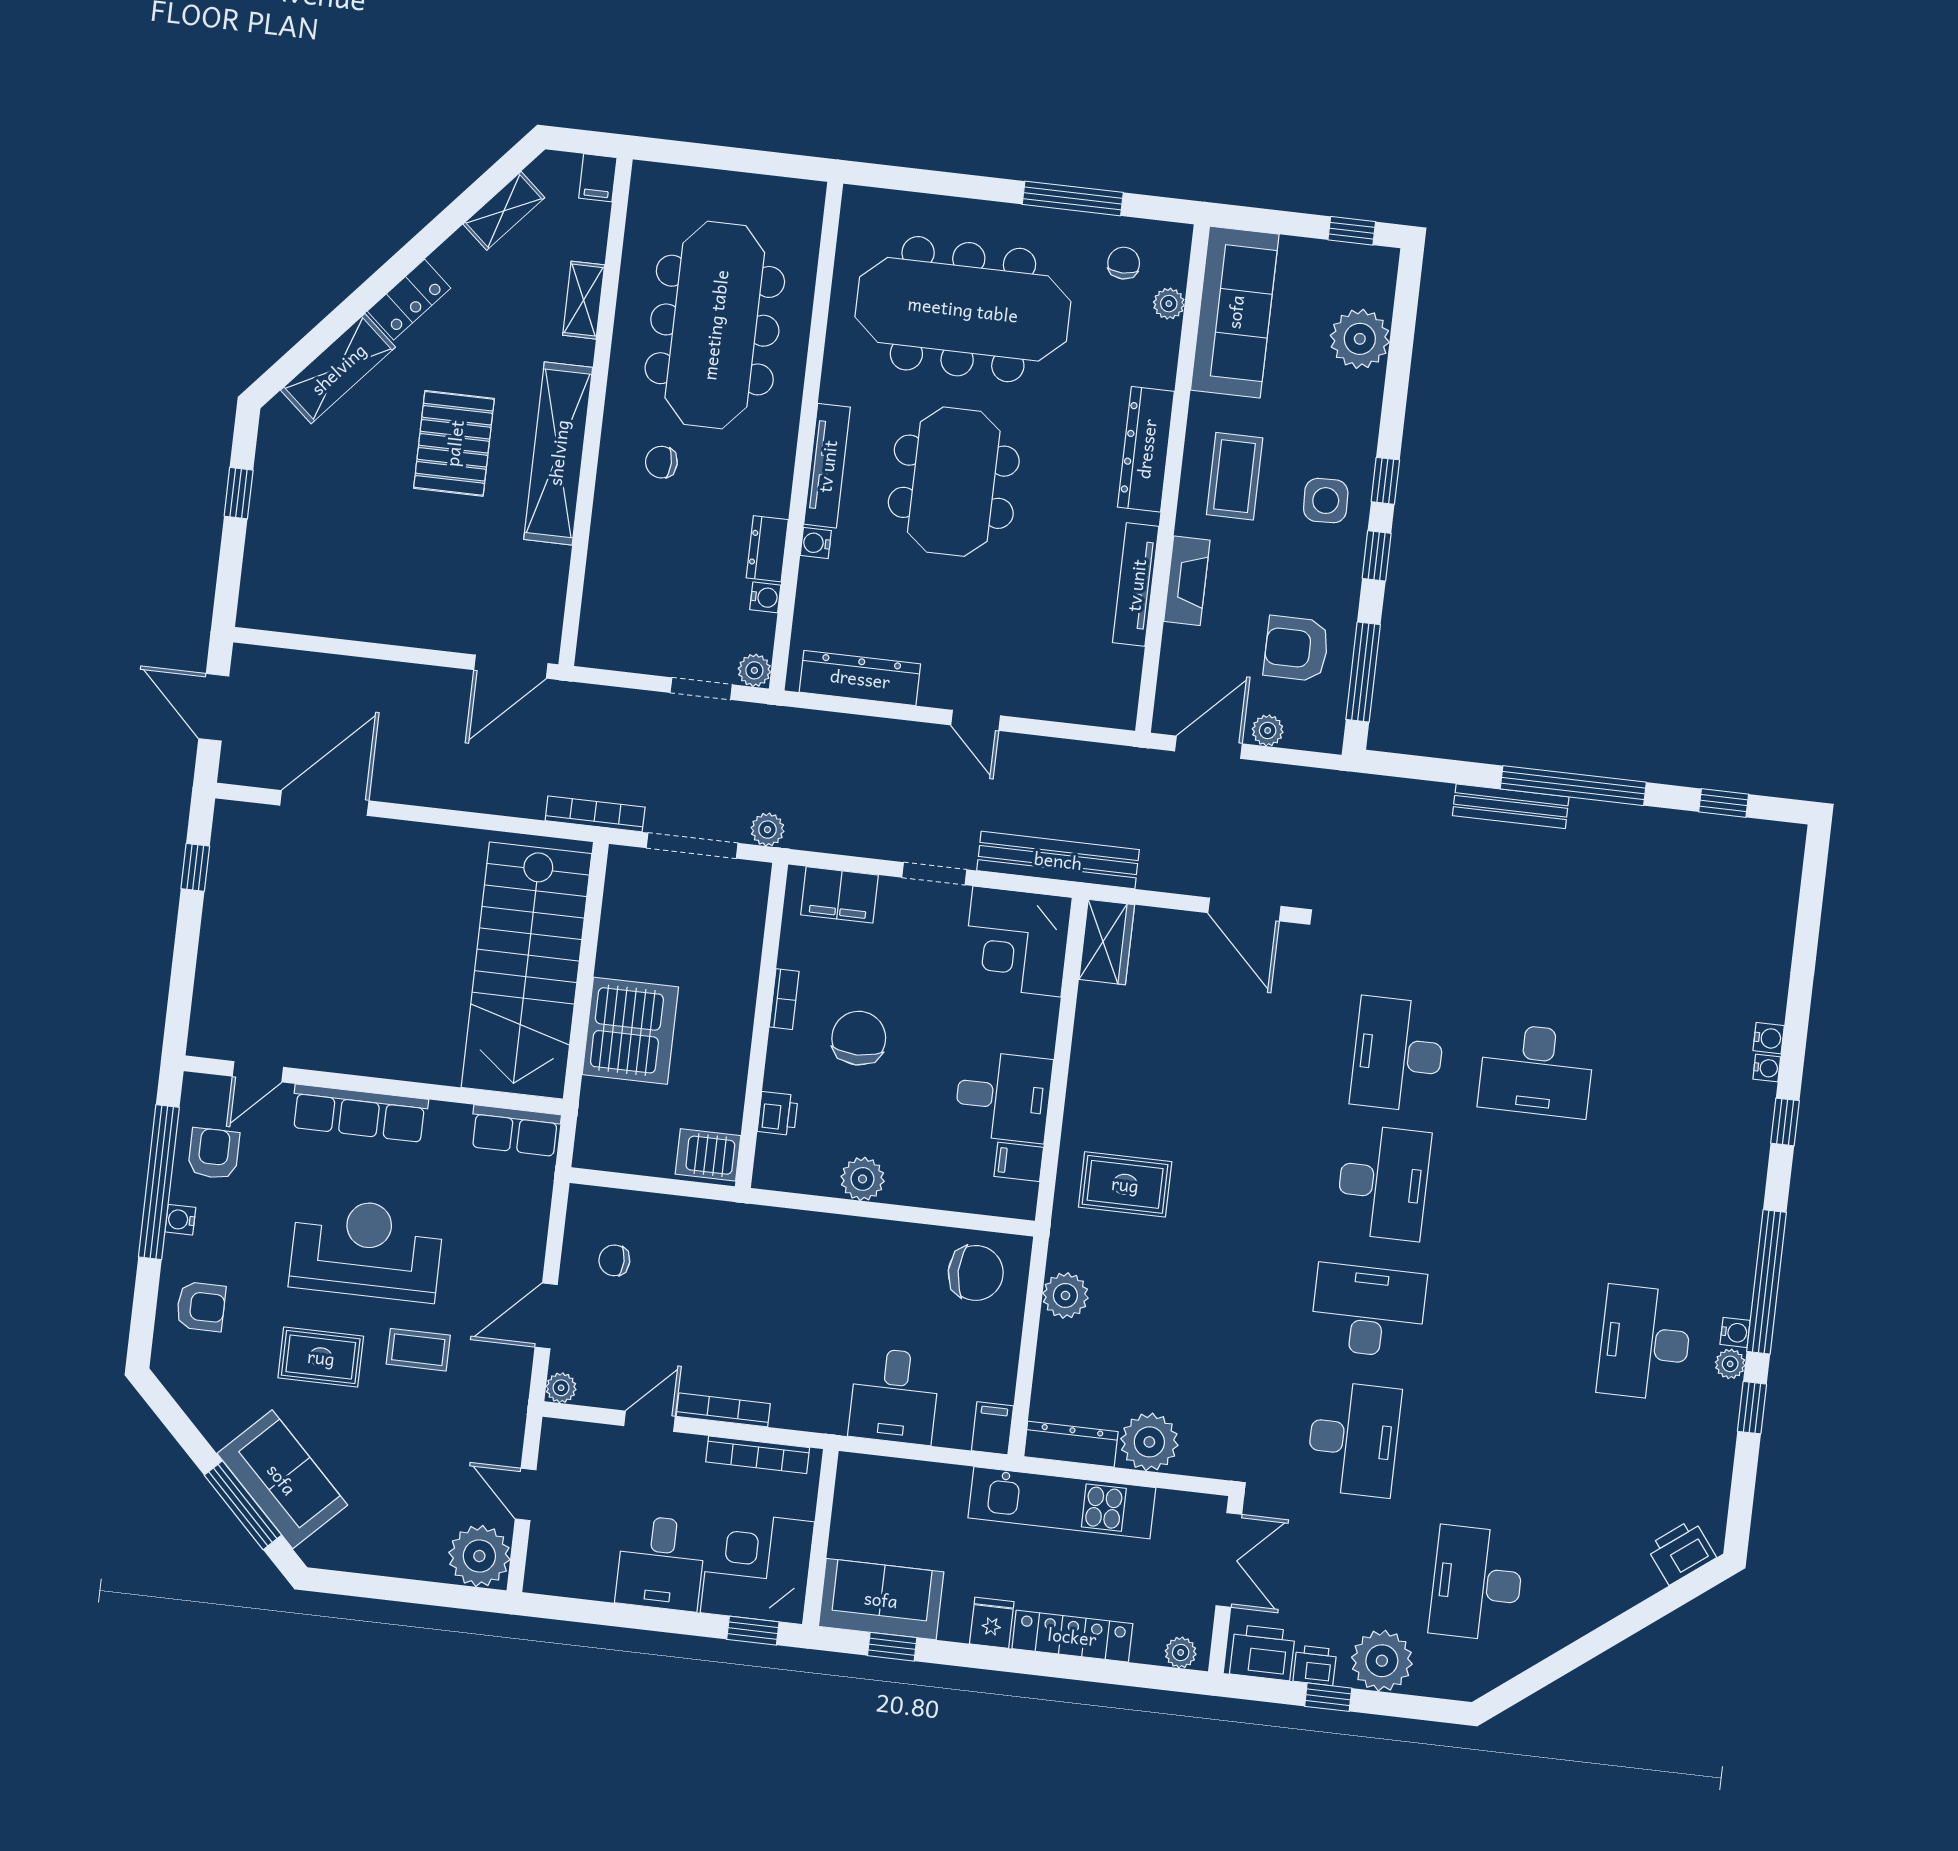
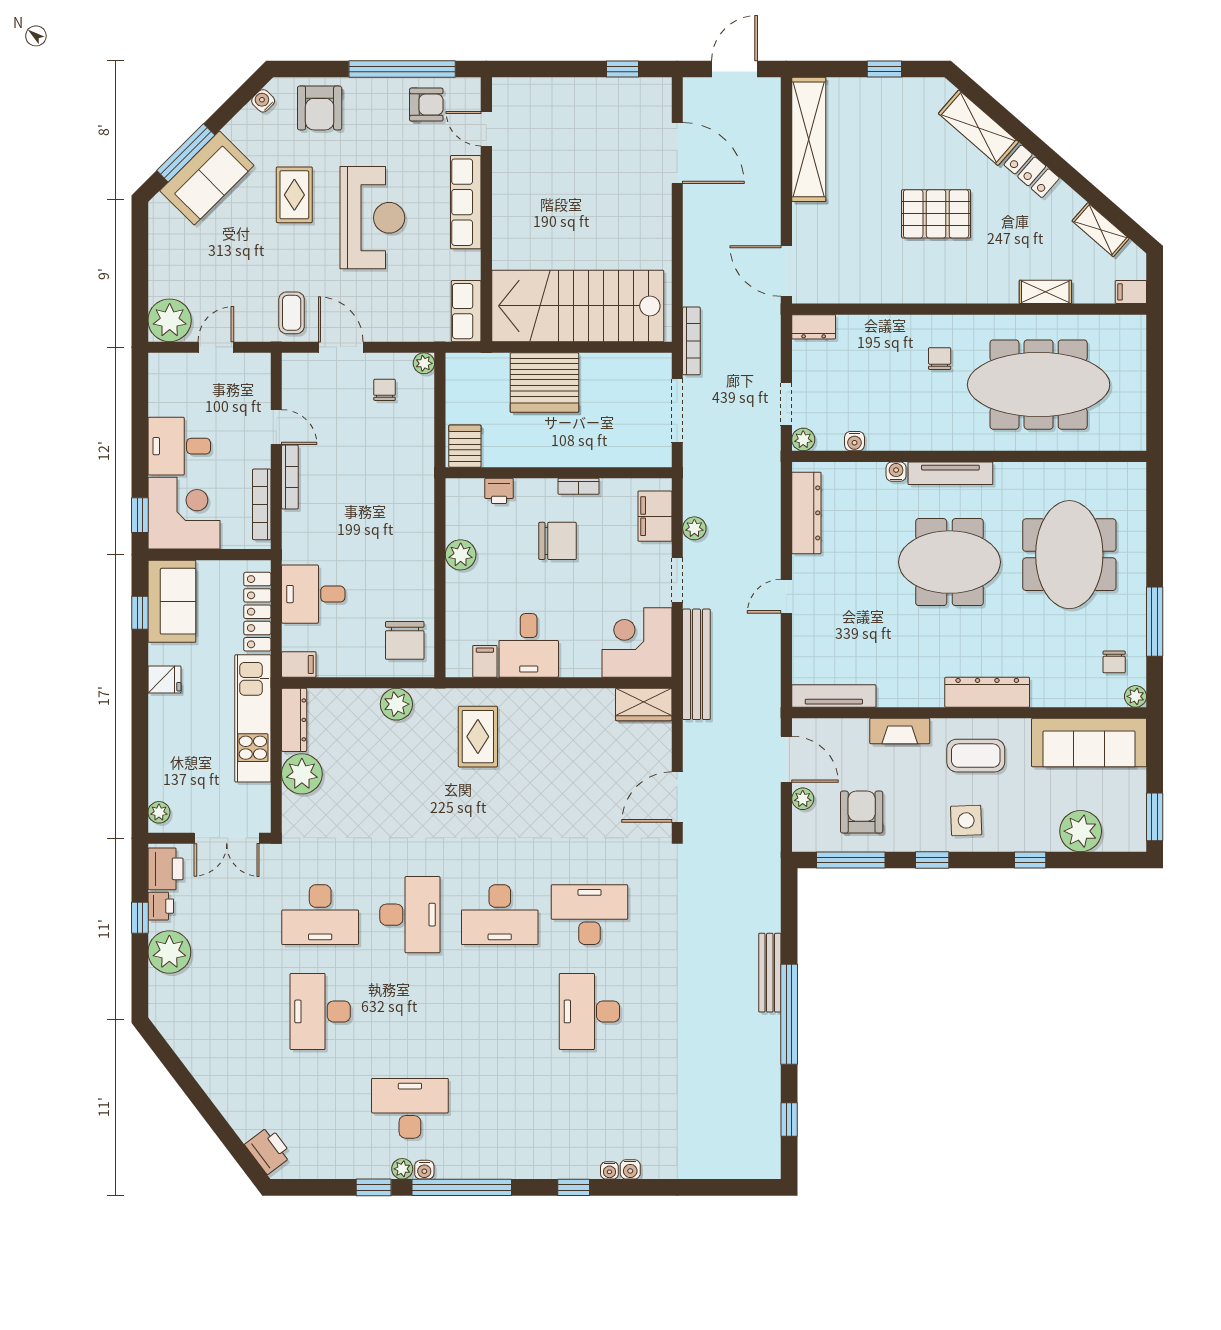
window: (1352, 231) -> (1155, 817), width x1.50
chair: (1124, 263) -> (1114, 662), turned 90
plant: (1169, 304) -> (1136, 696), moved
meeting table: (963, 309) -> (1069, 555), width x0.73
shelving: (558, 453) -> (809, 139), moved, turned 90
window: (1385, 481) -> (1030, 860), moved
dresser: (767, 549) -> (814, 327), moved, turned 180
tv unit: (1136, 585) -> (834, 696), moved
plant: (767, 830) -> (694, 528), moved
water cooler: (180, 1220) -> (263, 101), moved, turned -45
armchair: (201, 1307) -> (320, 108), width x1.38, depth x1.38
coffee table: (418, 1350) -> (292, 313), moved
plant: (561, 1388) -> (424, 363), moved
desk: (1477, 1583) -> (320, 1011), moved, turned -90
locker: (1072, 1636) -> (257, 612), moved, turned 180

